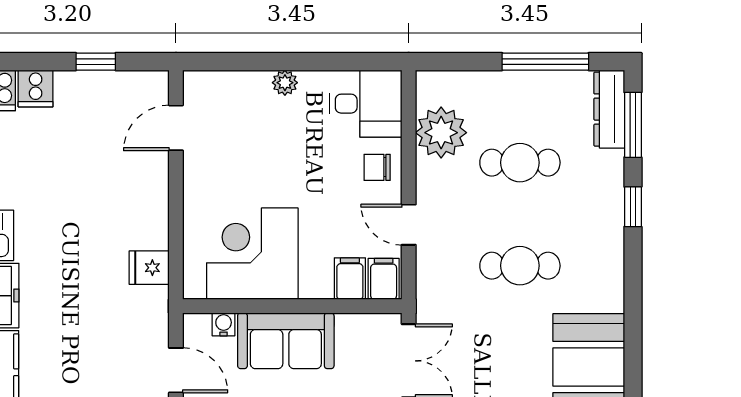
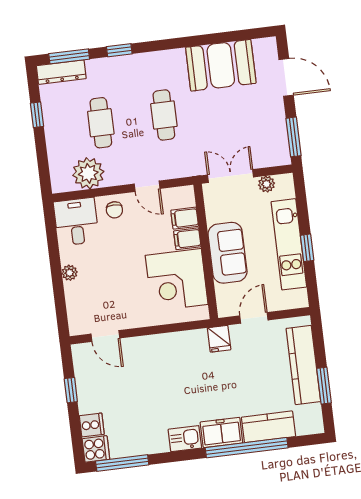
window: (545, 62) -> (37, 115), width x0.46
door: (409, 225) -> (147, 186), hinge flipped
fridge: (149, 268) -> (219, 339), moved
filing cabinet: (384, 279) -> (187, 239), moved
water cooler: (224, 324) -> (222, 292), removed

